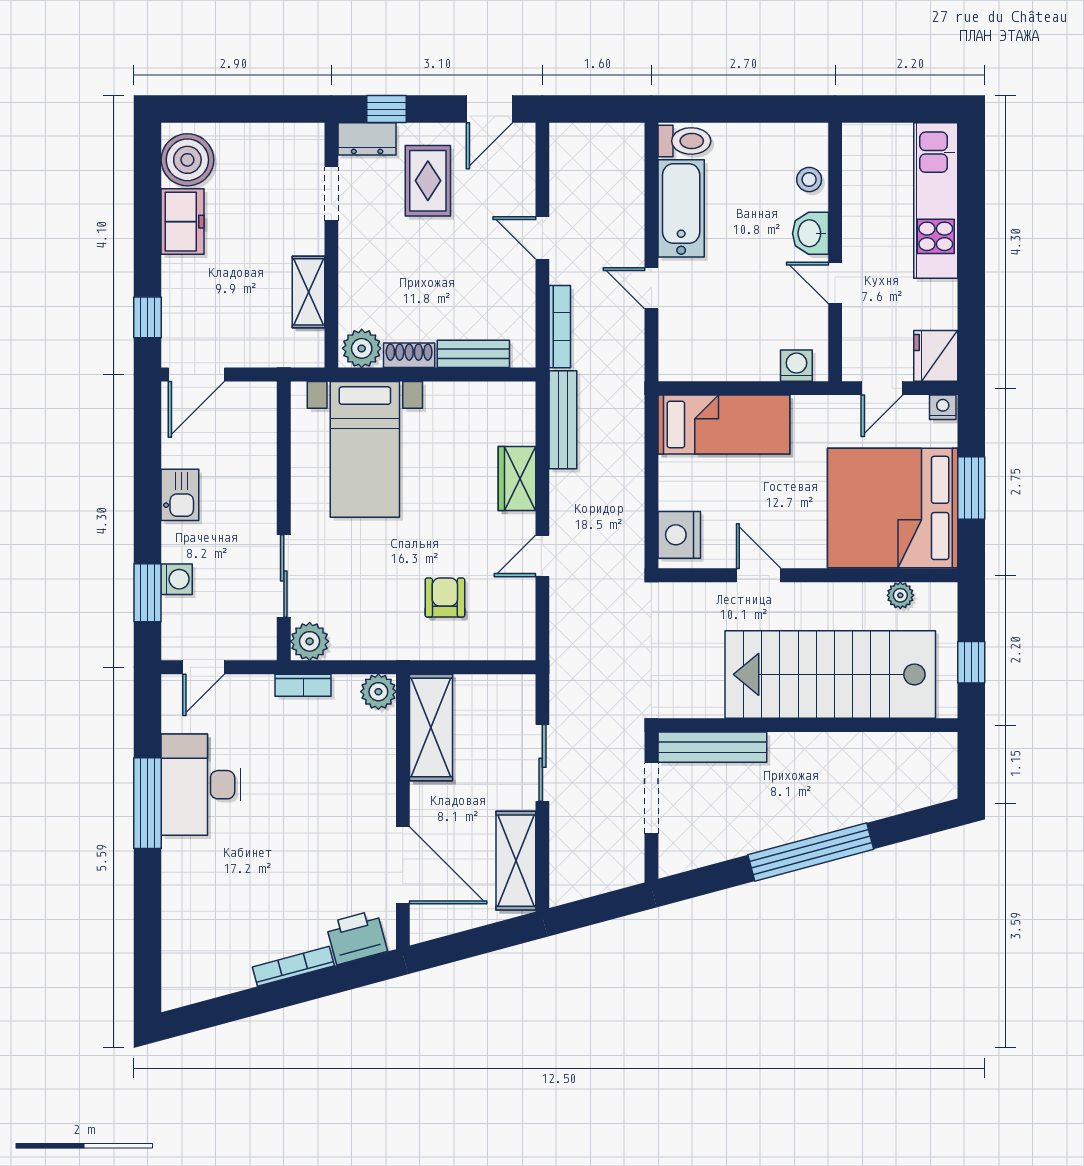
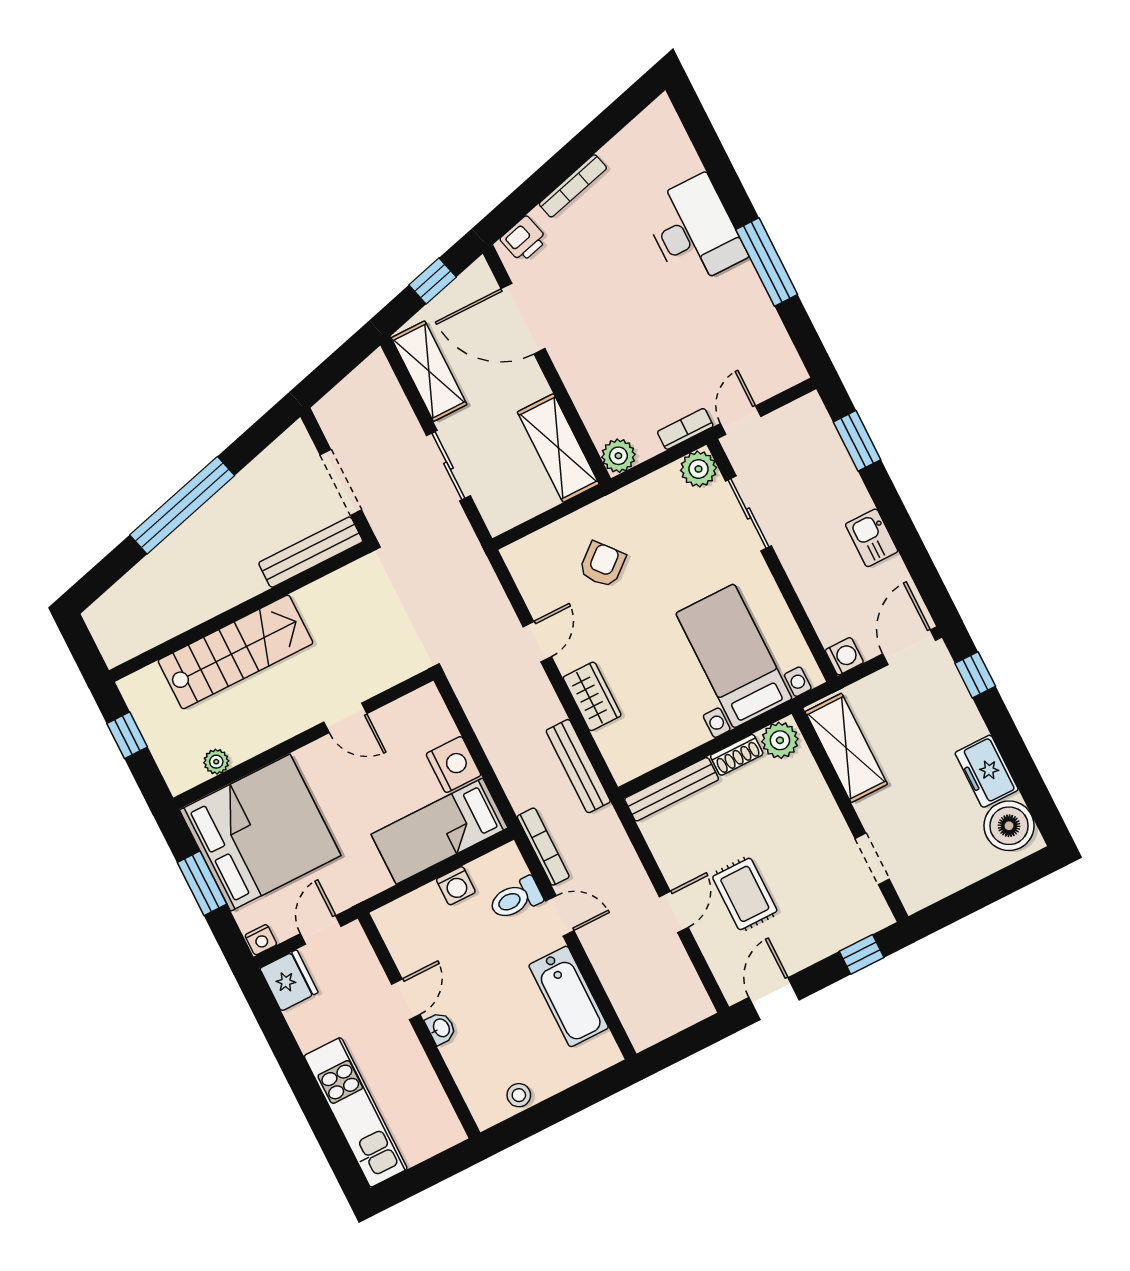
dresser: (367, 139) -> (865, 921), removed
toilet: (684, 141) -> (516, 899), moved
stool: (809, 180) -> (519, 1095), moved
rug: (428, 181) -> (745, 894), moved
washbasin: (810, 233) -> (441, 1028), width x0.72, depth x0.69
door: (542, 238) -> (674, 912), hinge flipped
door: (835, 283) -> (406, 999), hinge flipped
shelving: (308, 292) -> (846, 748), width x1.50, depth x1.33
bookcase: (560, 327) -> (543, 847), moved, turned 180
bench: (473, 354) -> (672, 789), width x1.36
washing machine: (796, 366) -> (456, 886), moved
nightstand: (679, 535) -> (454, 765), moved
washing machine: (177, 579) -> (844, 656), moved, turned 180
armchair: (445, 598) -> (602, 564), turned -130
door: (204, 667) -> (741, 420), moved
stairs: (830, 674) -> (235, 652), width x0.73, depth x0.66
desk: (201, 785) -> (694, 231), moved
printer: (357, 937) -> (524, 239), width x0.73, depth x0.81
window: (470, 943) -> (433, 281), added

